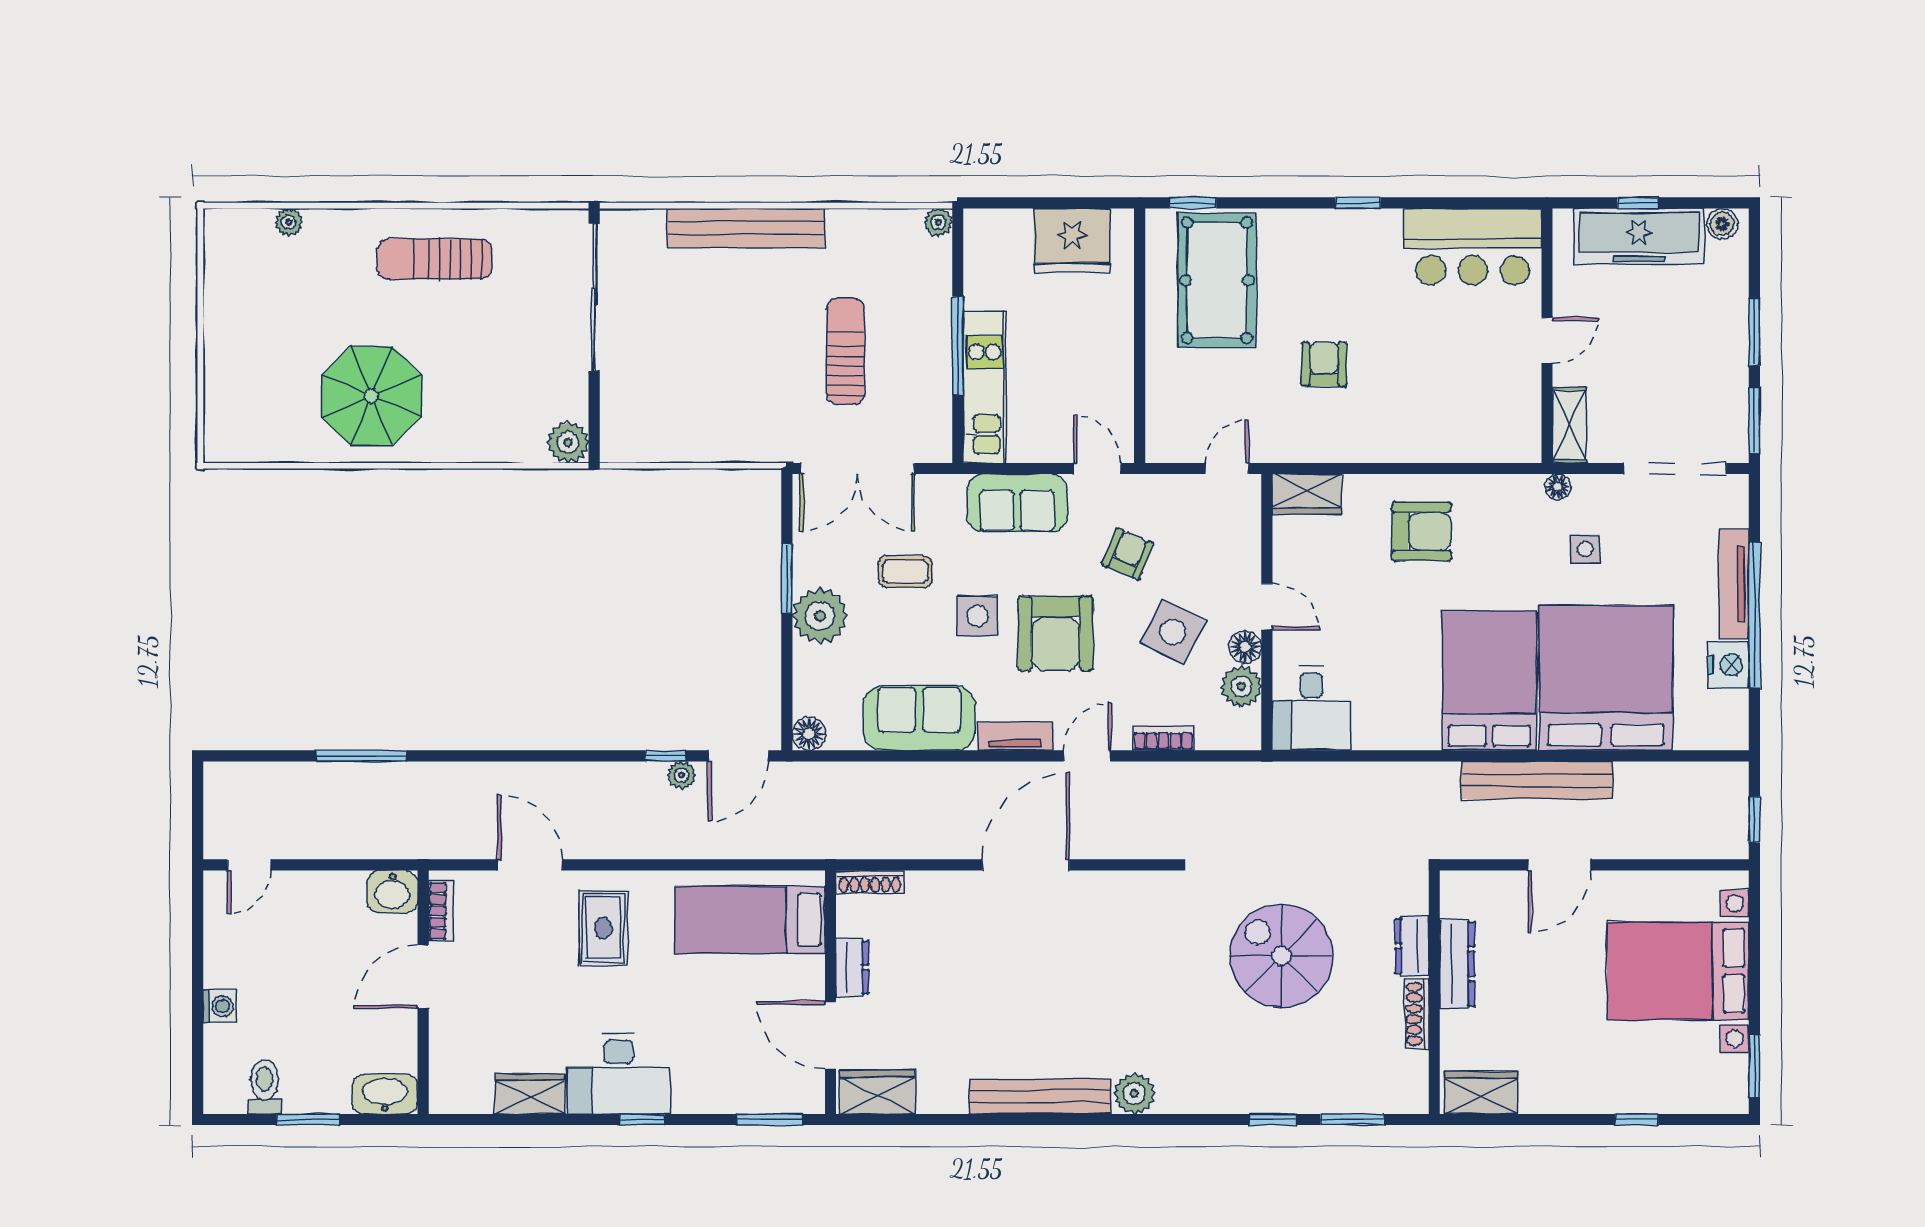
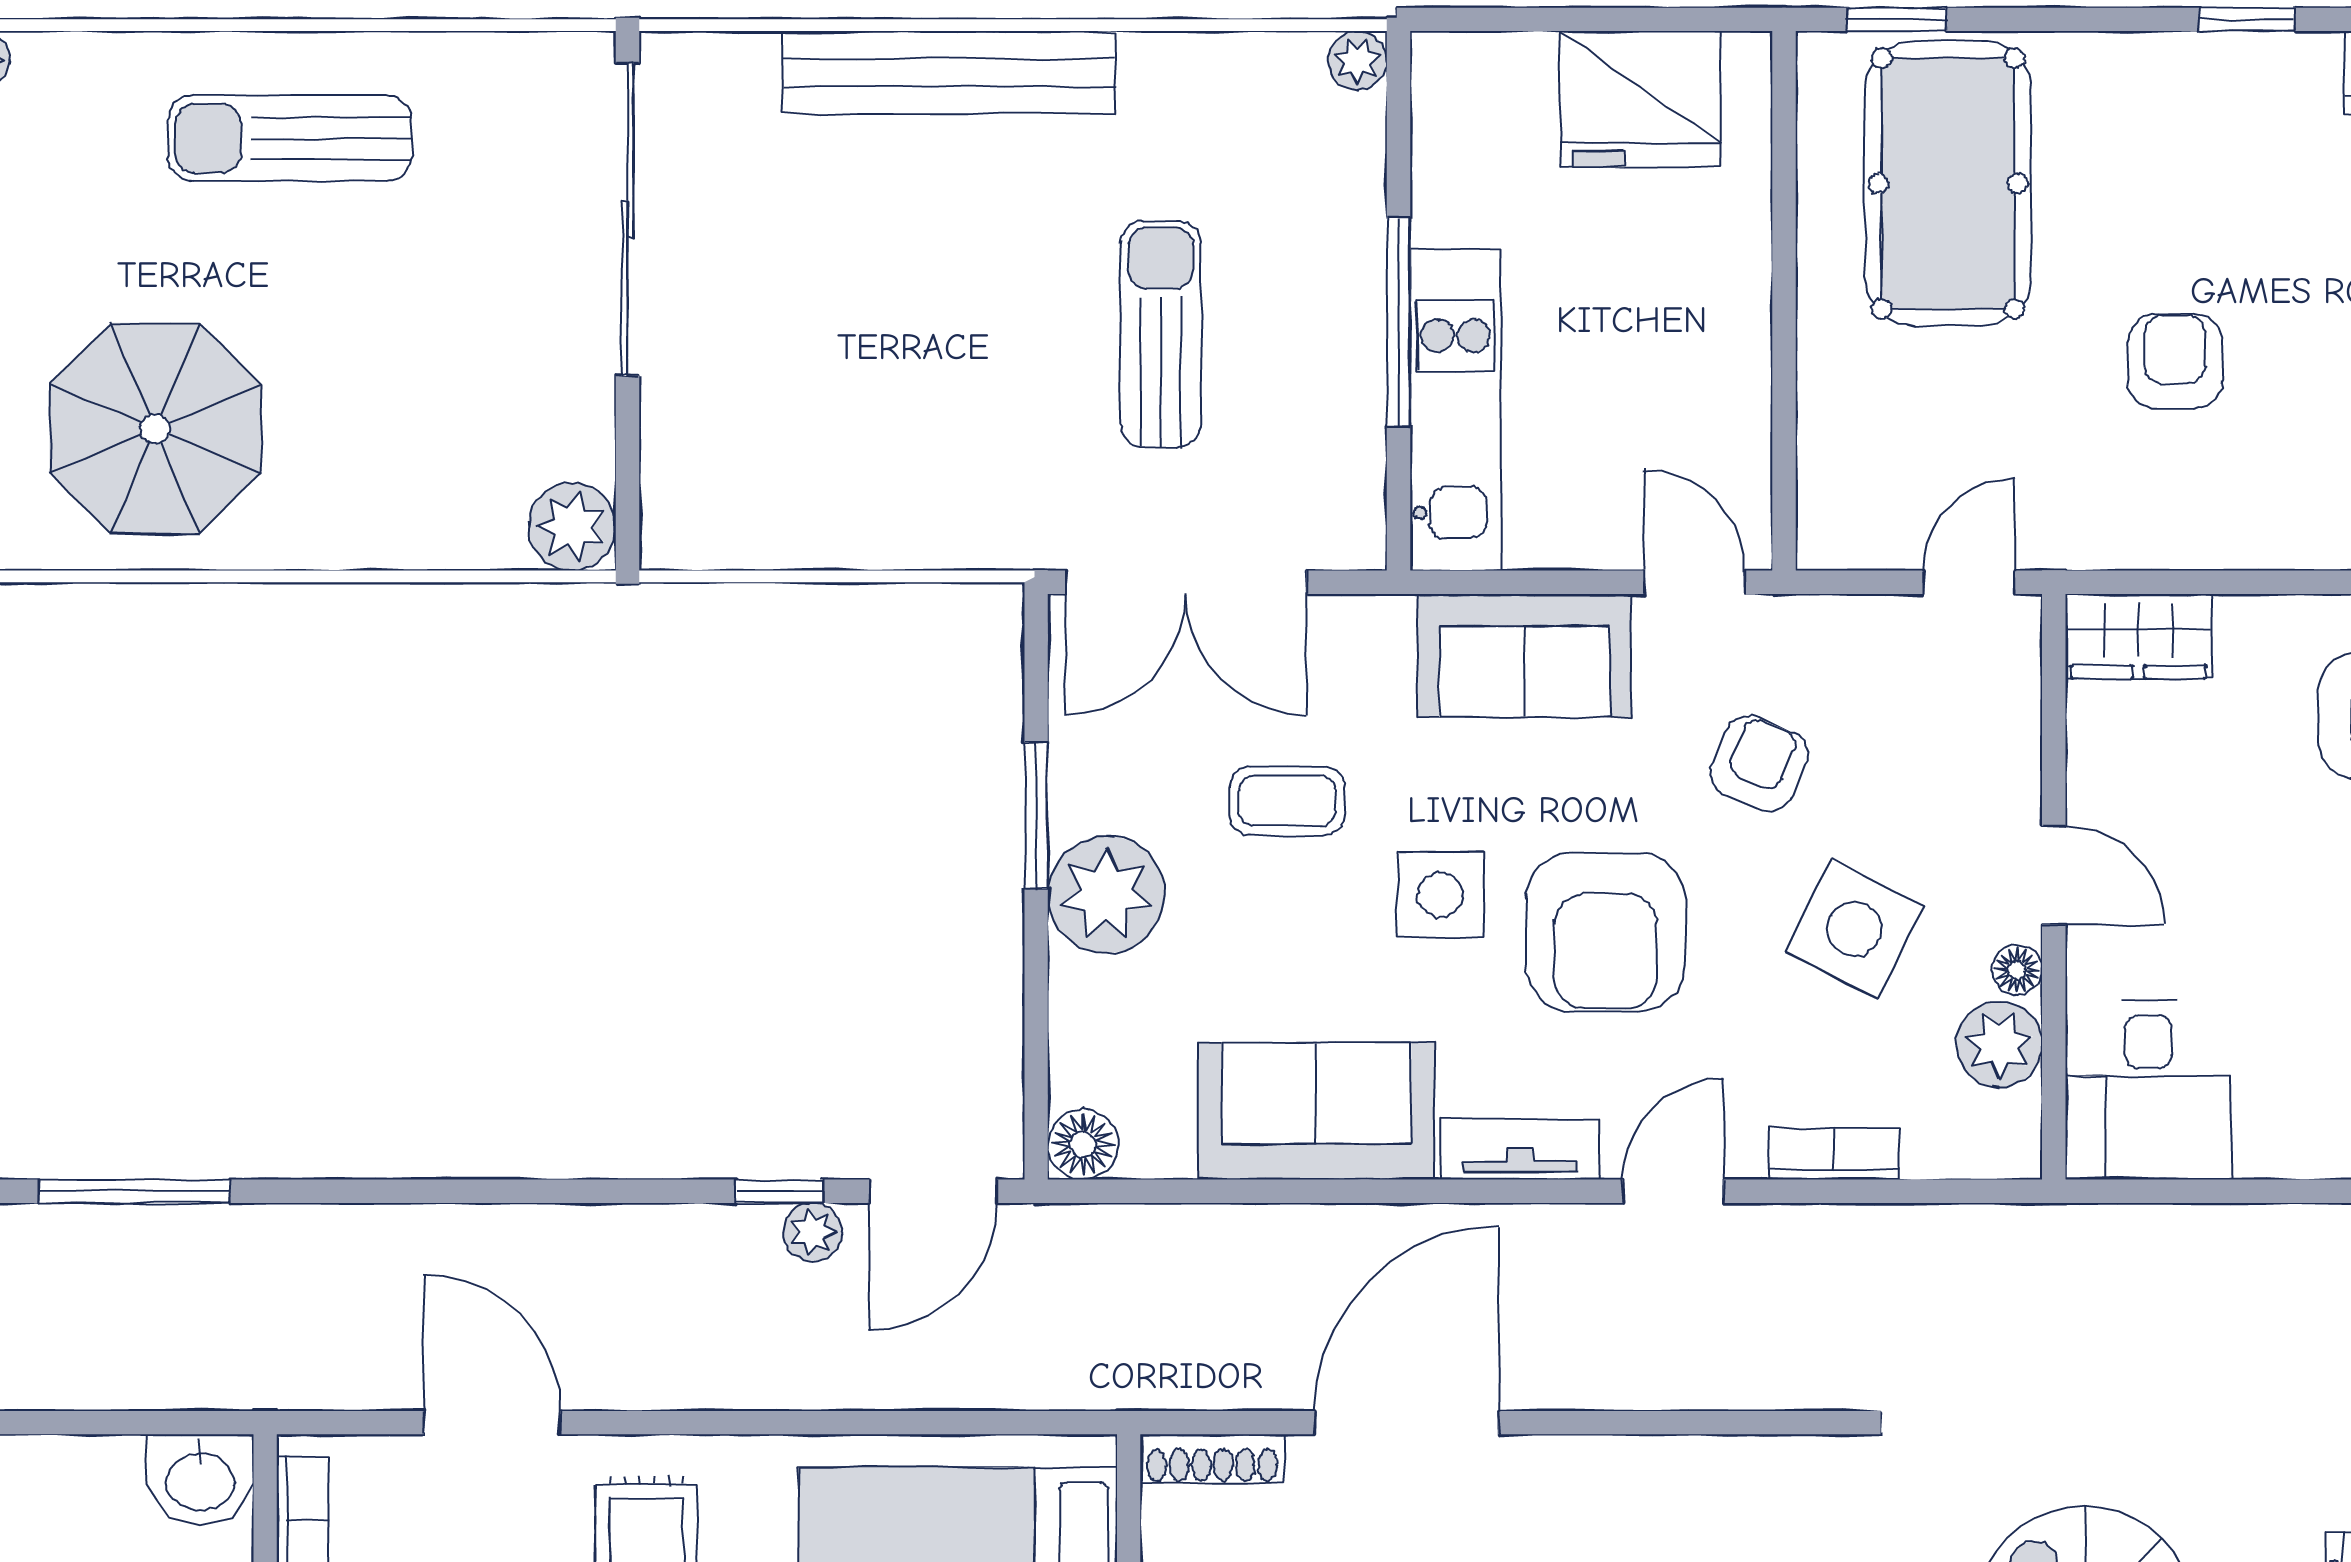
floor lamp: (1245, 647) -> (2017, 970), width x0.73, depth x0.73
door: (1026, 865) -> (1407, 1423), moved

